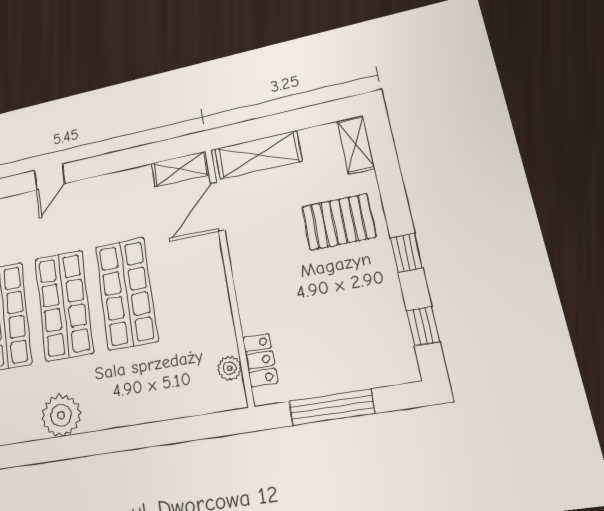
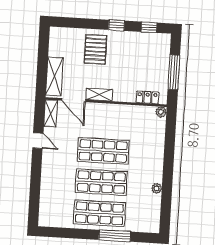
shelving: (356, 145) -> (99, 94), moved
door: (50, 177) -> (38, 141), moved
plant: (230, 368) -> (161, 112), moved
plant: (61, 415) -> (157, 188), width x0.53, depth x0.53

